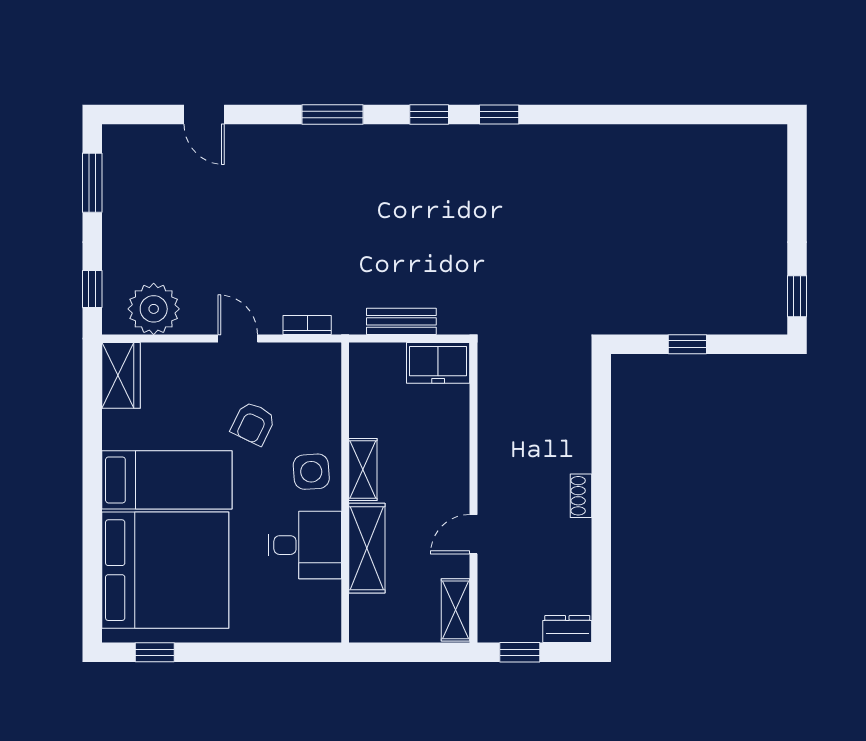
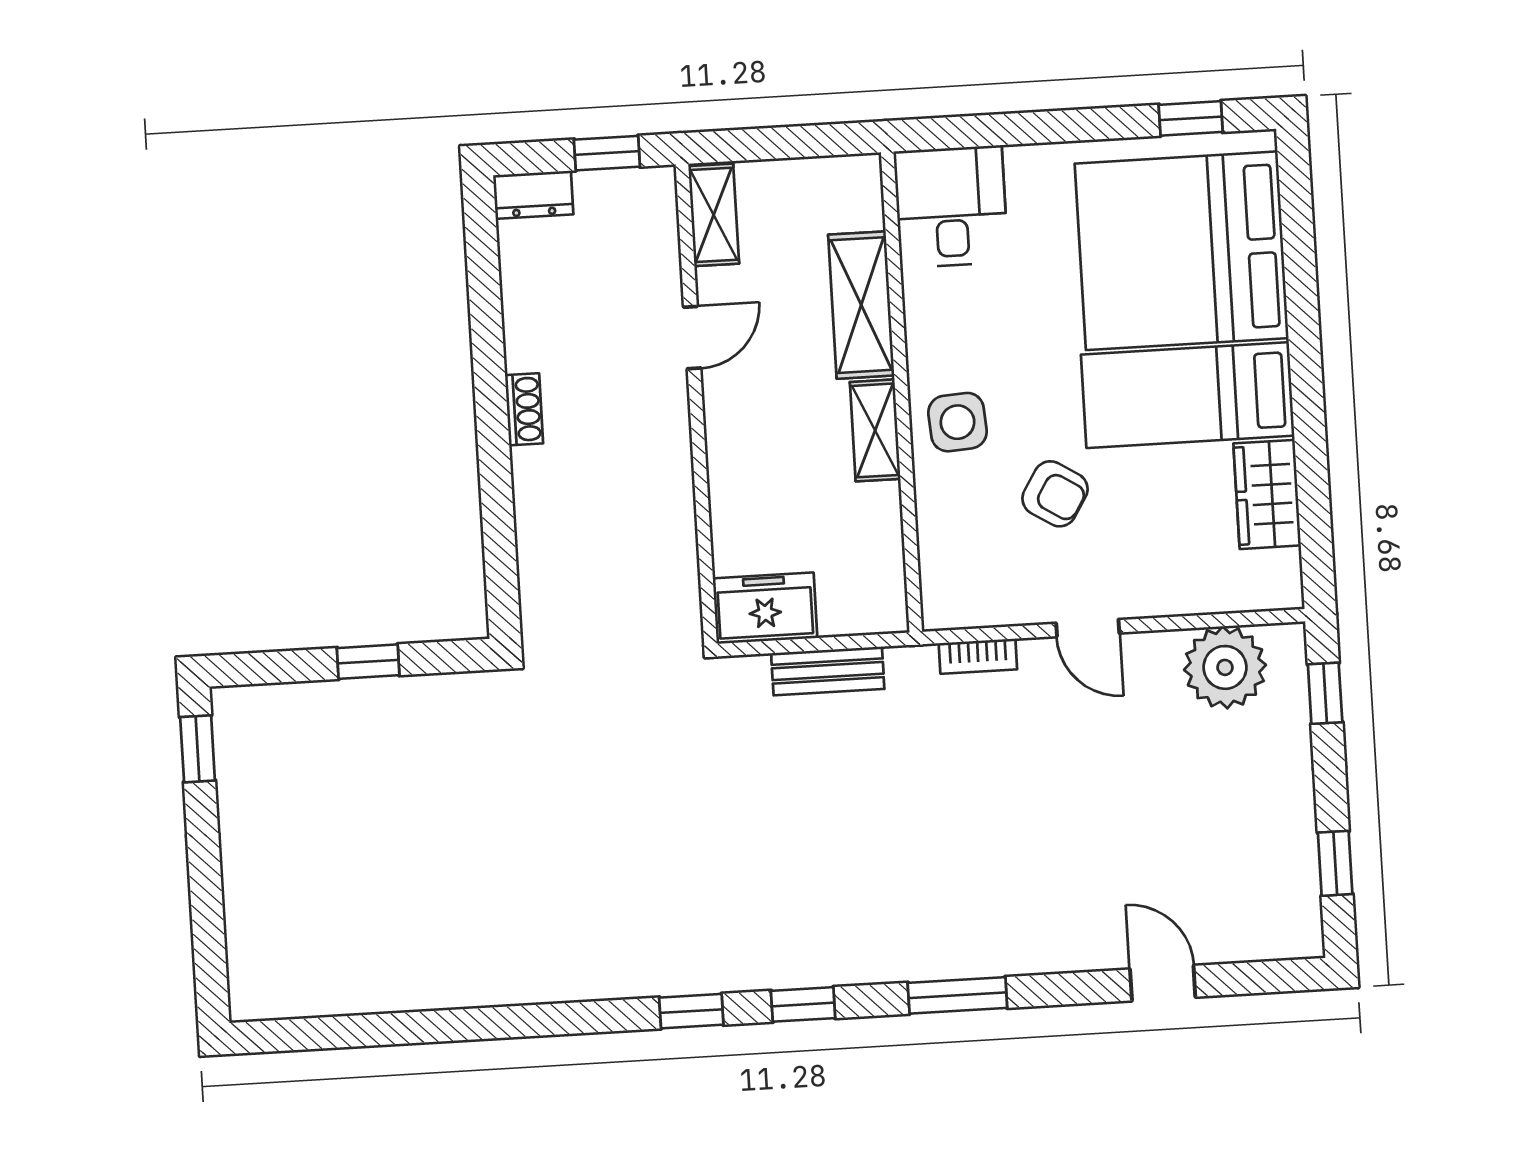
window: (92, 183) -> (1335, 863), width x0.67
wardrobe: (121, 375) -> (1267, 494), moved
armchair: (253, 423) -> (1055, 494), turned 96
desk: (305, 545) -> (951, 207), moved, turned 90

